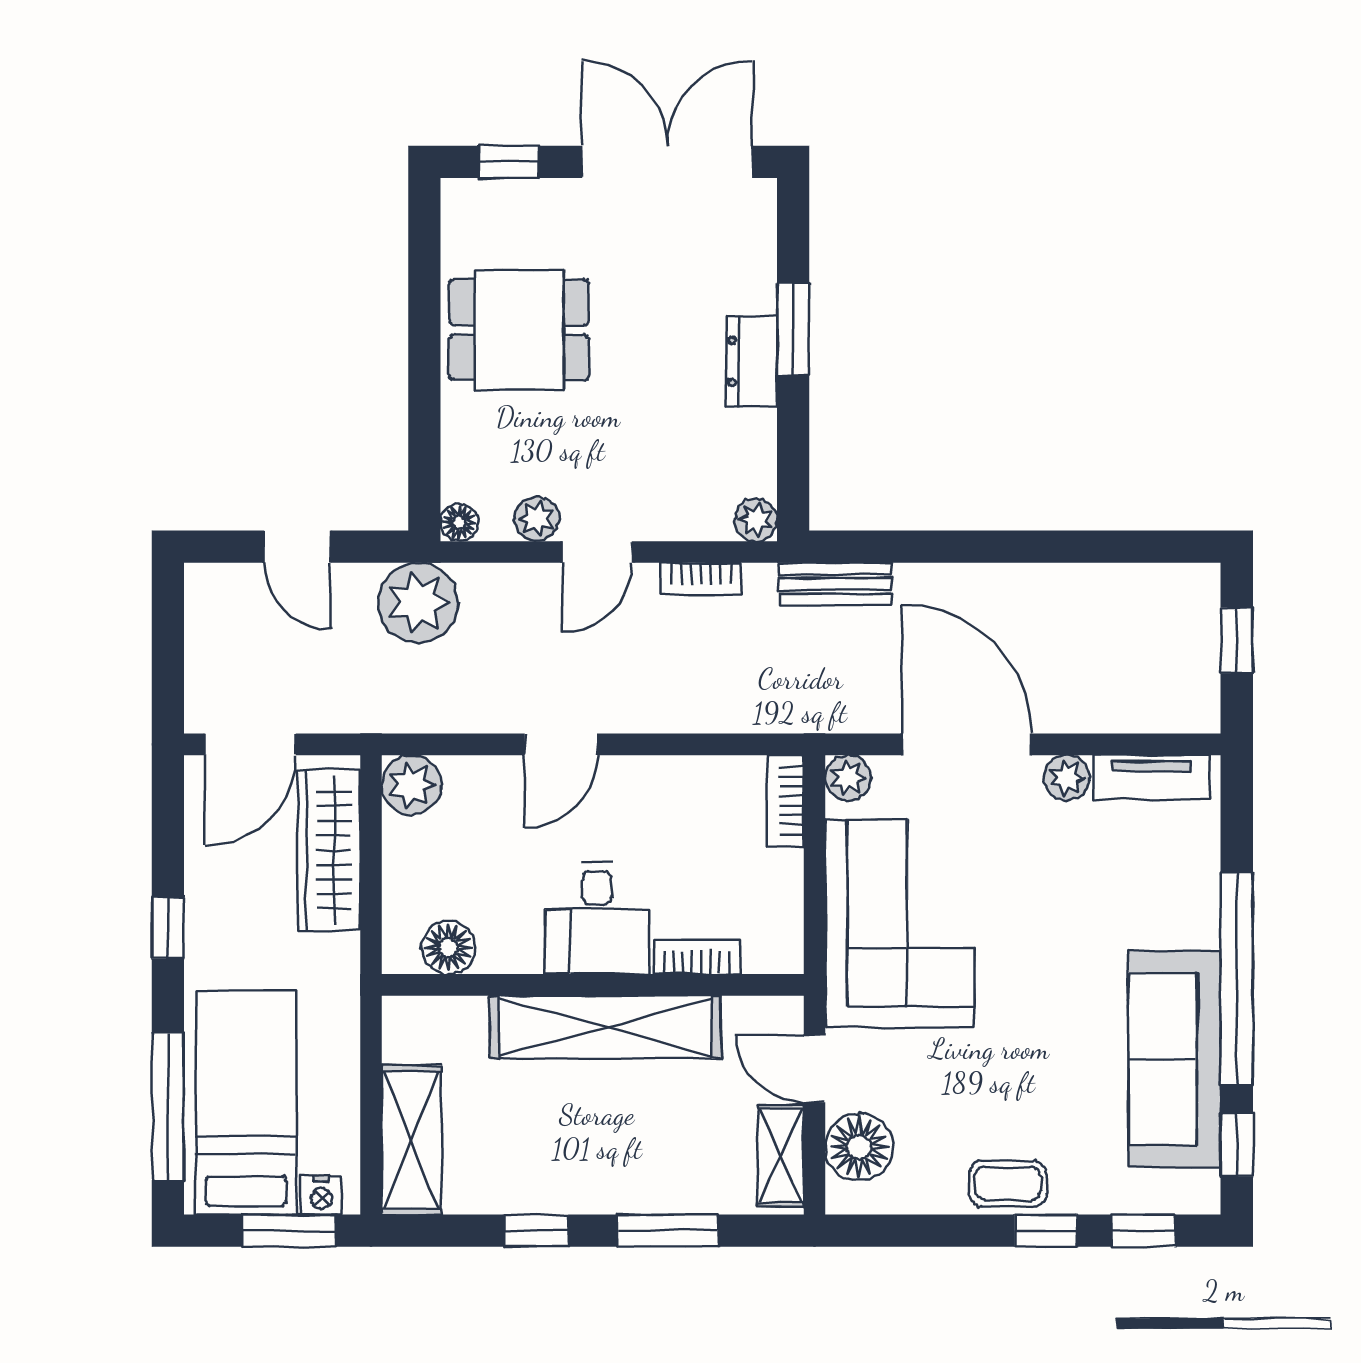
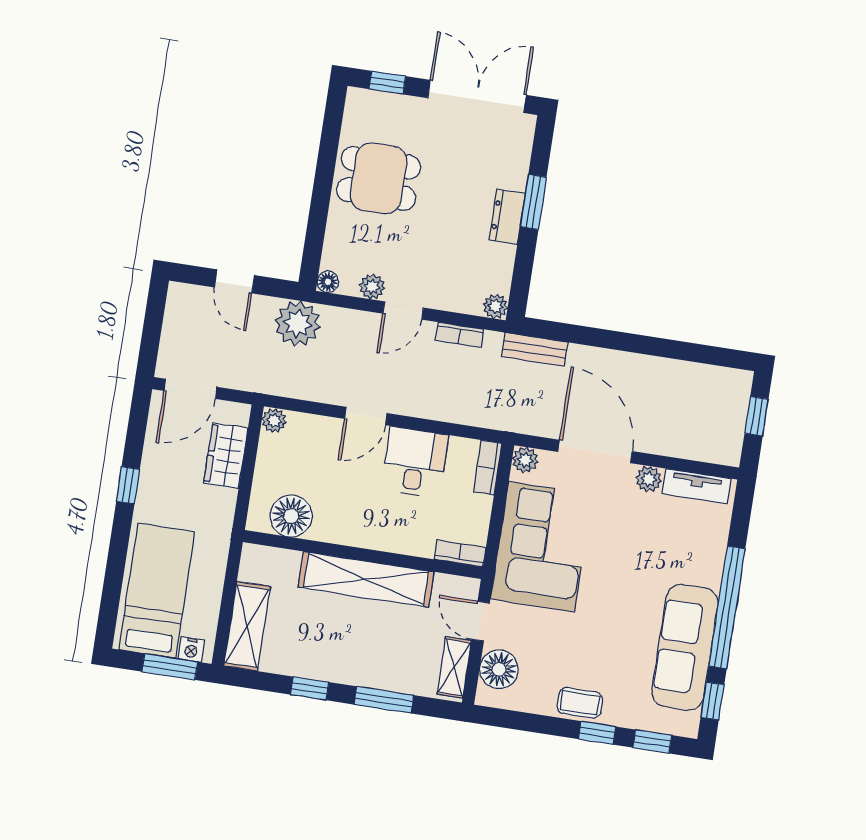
plant: (411, 785) -> (274, 420), width x0.73, depth x0.73
wardrobe: (329, 850) -> (226, 455), width x0.67
desk: (597, 918) -> (415, 462), moved, turned 180
floor lamp: (448, 947) -> (291, 516), width x1.38, depth x1.38
bookcase: (697, 957) -> (460, 553), moved
window: (168, 1107) -> (112, 586), removed

